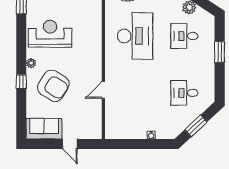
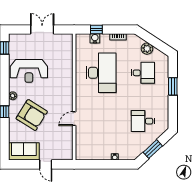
reception desk: (50, 34) -> (29, 71), turned 180
desk: (184, 36) -> (143, 73), turned 180

